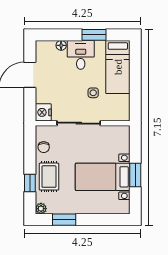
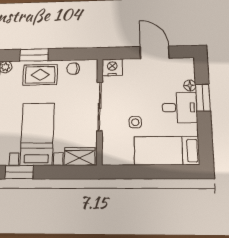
window: (94, 35) -> (203, 97), moved
wardrobe: (122, 140) -> (80, 156), added
window: (135, 175) -> (19, 172), moved
window: (30, 183) -> (34, 55), width x1.50

